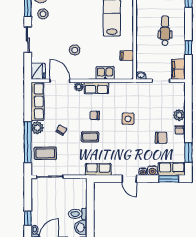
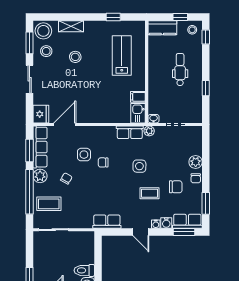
stool: (75, 50) -> (75, 57), moved
filing cabinet: (178, 69) -> (195, 112), removed
kitchen sink: (105, 73) -> (138, 113), moved, turned -90
door: (60, 81) -> (65, 124), hinge flipped
plant: (79, 87) -> (149, 131), moved
row of seats: (96, 88) -> (130, 132), moved
window: (28, 105) -> (30, 151), added
side table: (77, 108) -> (84, 155), added
coffee table: (90, 137) -> (150, 193), moved

